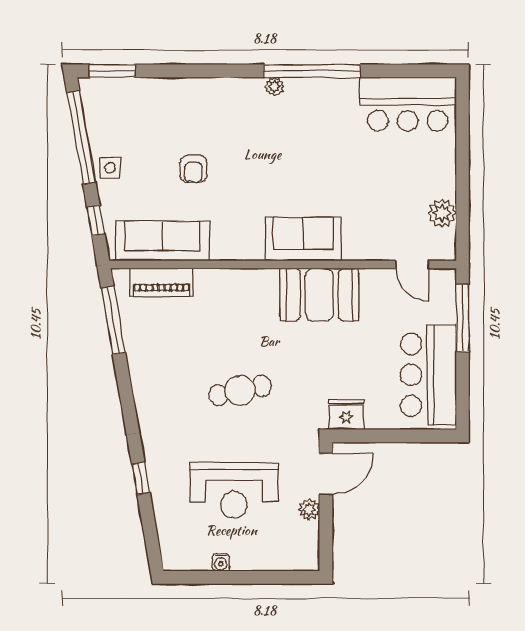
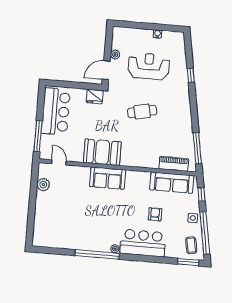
bar counter: (408, 104) -> (143, 243), moved
coffee table: (109, 108) -> (191, 245), added

